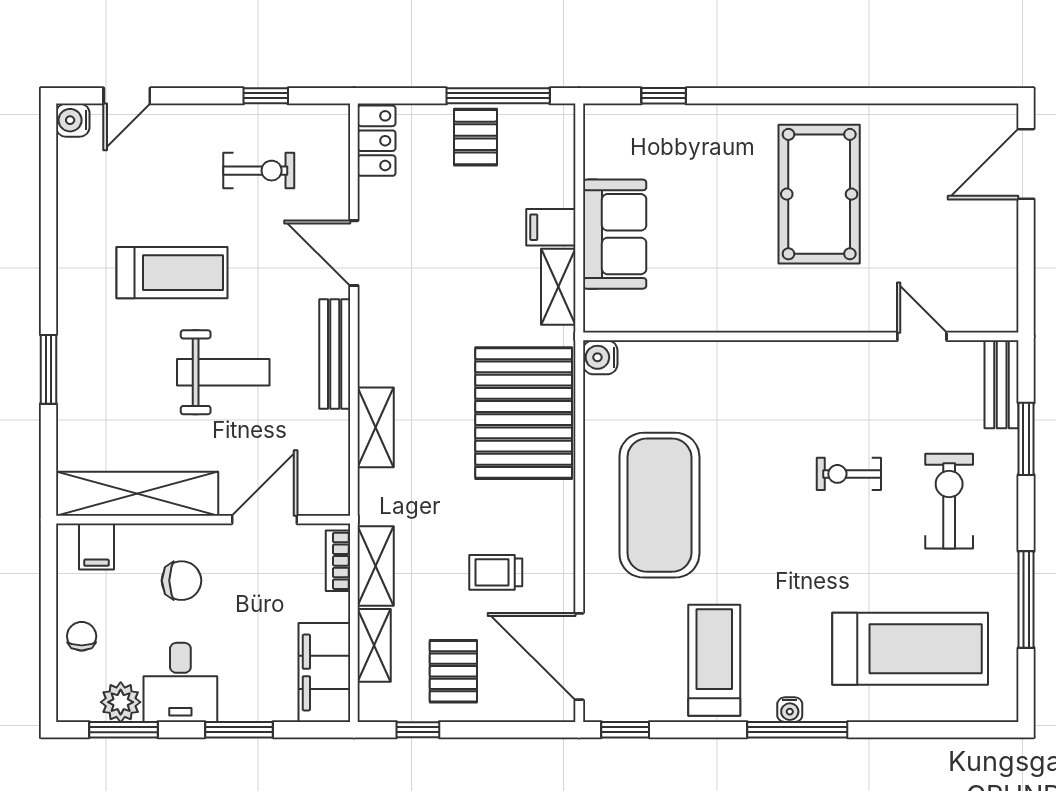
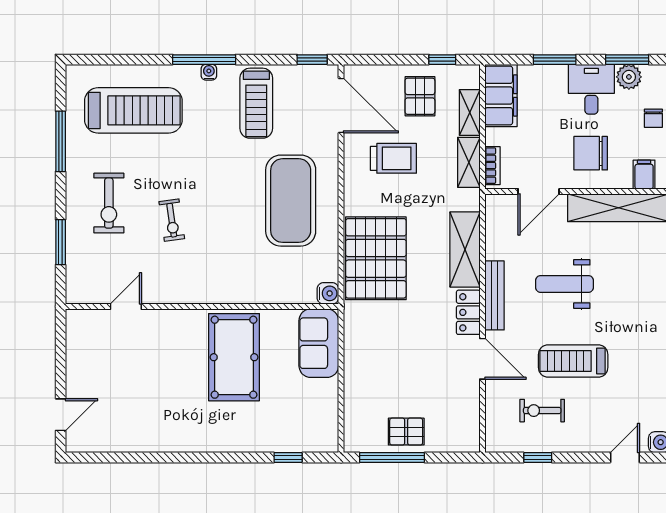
pallet: (475, 137) -> (406, 432), turned 90
locker: (377, 141) -> (468, 312), moved
door: (1026, 164) -> (61, 415), width x0.73
pool table: (819, 194) -> (234, 357), moved
filing cabinet: (551, 227) -> (359, 375), removed
sofa: (615, 234) -> (319, 343), moved
treadmill: (172, 273) -> (573, 361), moved
shelving: (558, 287) -> (354, 338), removed
door: (922, 336) -> (126, 306), swing flipped
bench: (1002, 384) -> (76, 276), removed
shelving: (376, 427) -> (465, 249), width x1.50, depth x1.33
exercise bike: (849, 474) -> (172, 220), turned 82
trolley: (496, 572) -> (393, 158), width x1.36, depth x1.39
chair: (182, 581) -> (591, 153), width x1.37, depth x1.37
treadmill: (910, 649) -> (133, 110), turned 180

